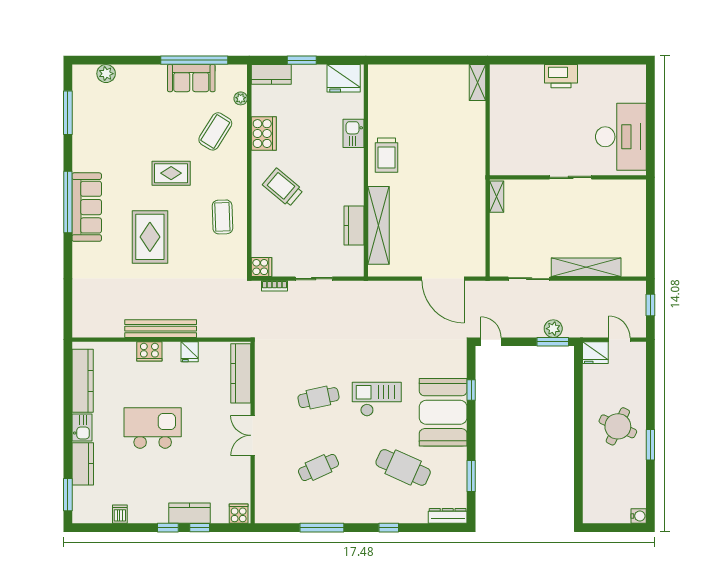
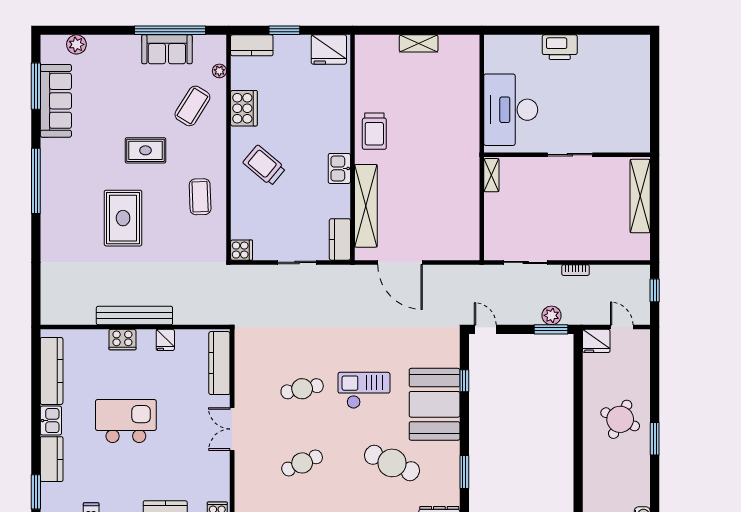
shelving: (477, 82) -> (419, 43), moved, turned 90
kitchen sink: (354, 133) -> (339, 168), moved
desk: (621, 137) -> (511, 110), moved, turned 180
sofa: (87, 207) -> (56, 101), moved
kitchen counter: (354, 225) -> (340, 239), moved
shelving: (586, 267) -> (640, 196), moved, turned 90
door: (443, 279) -> (400, 262), moved
bookcase: (274, 286) -> (575, 270), moved

